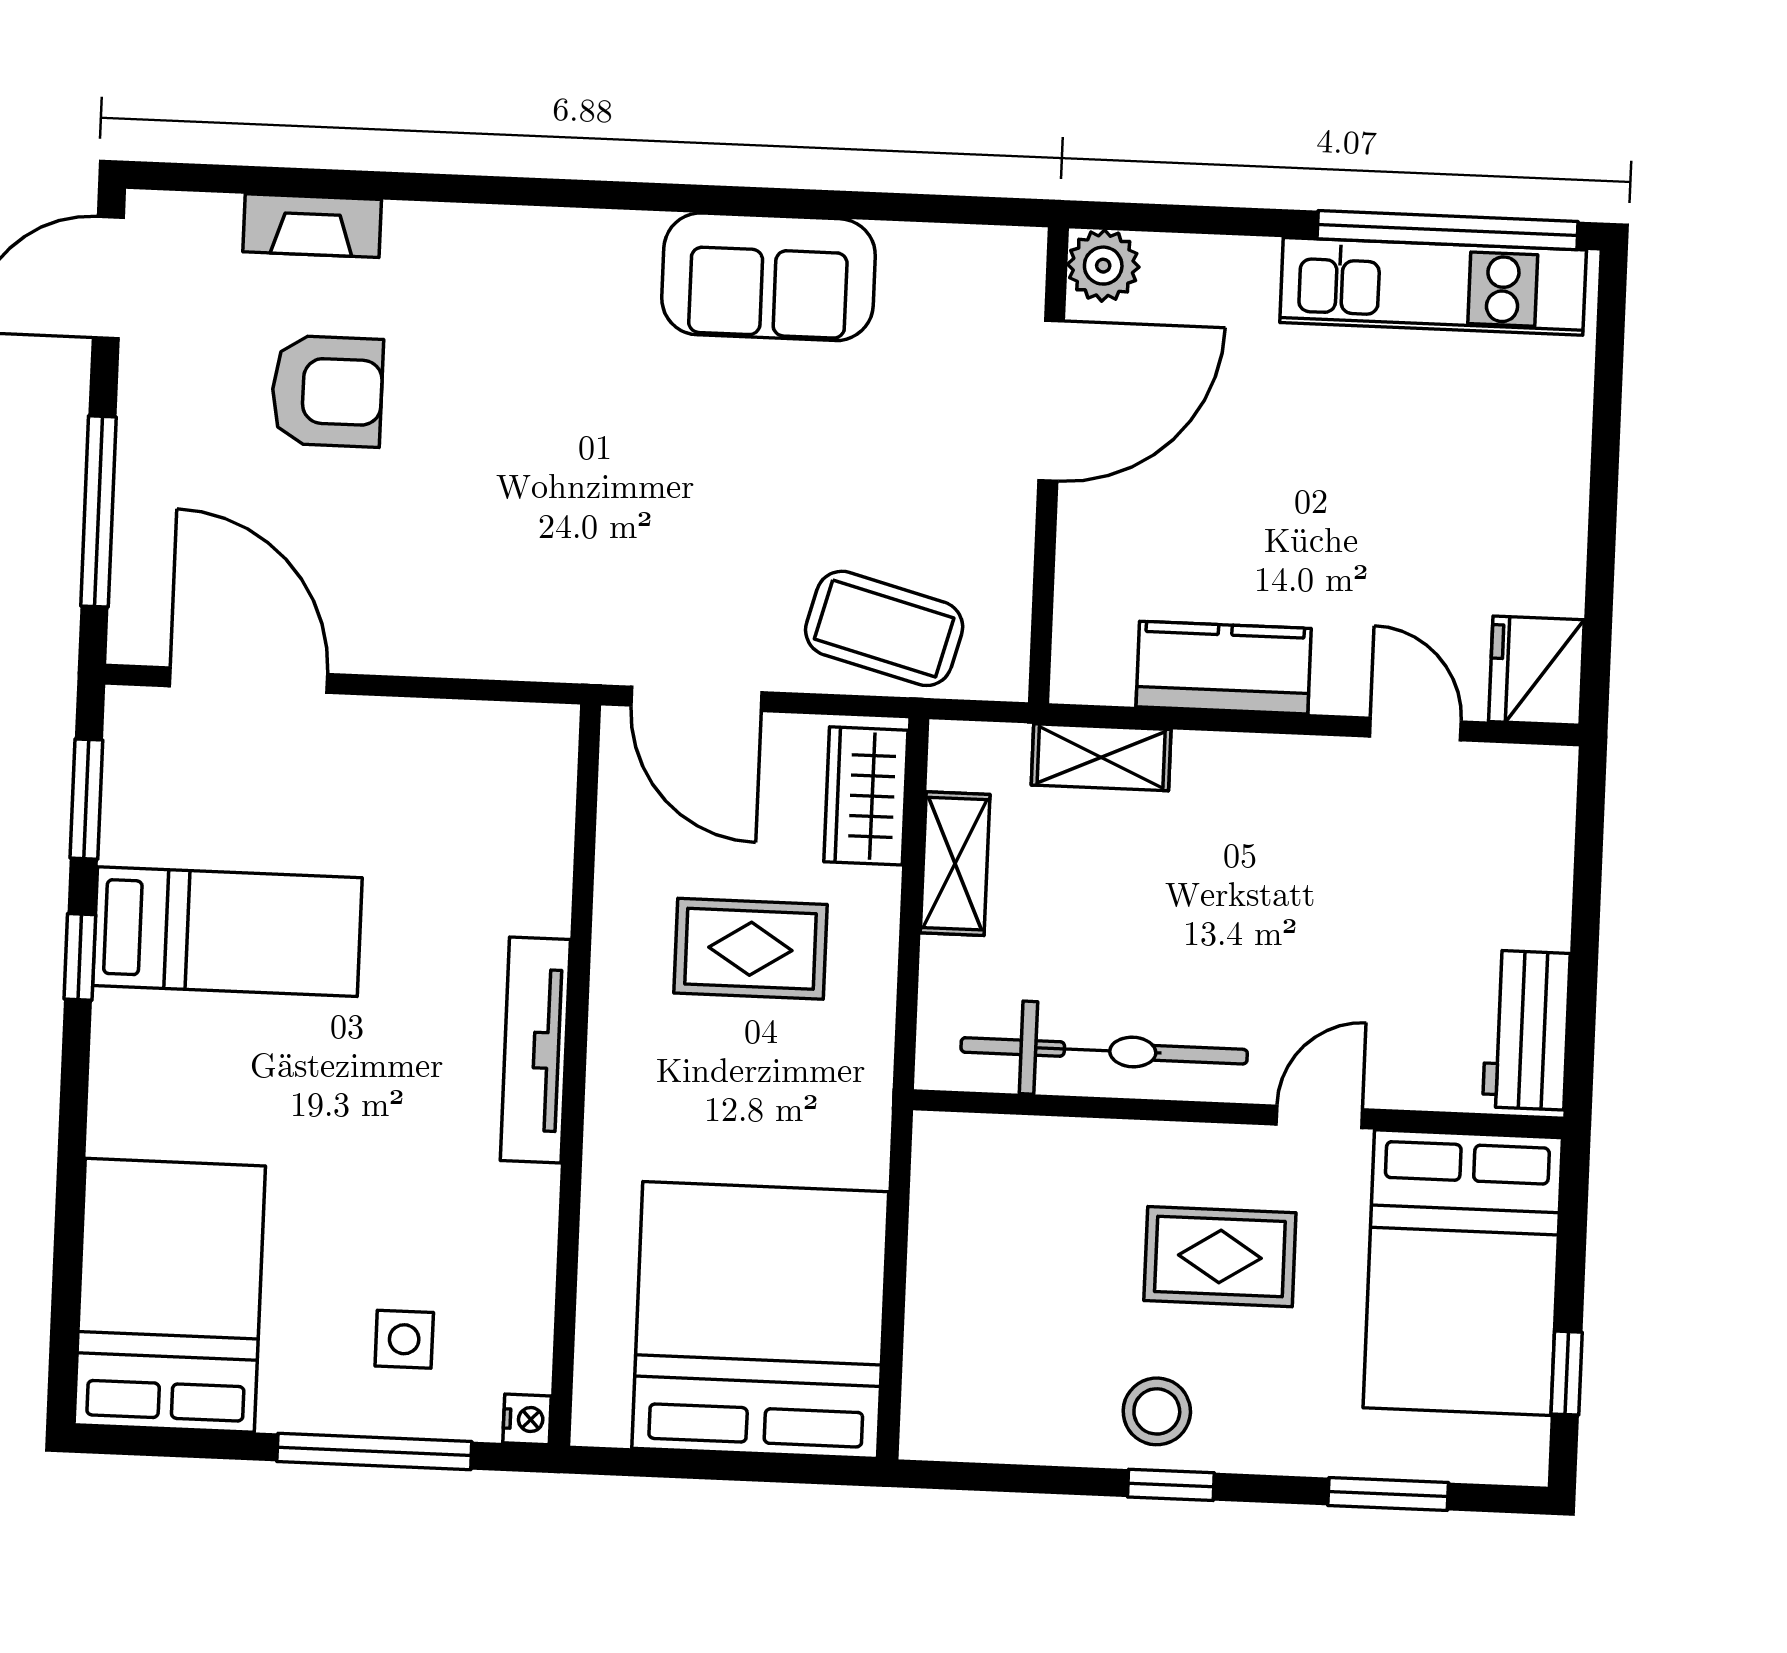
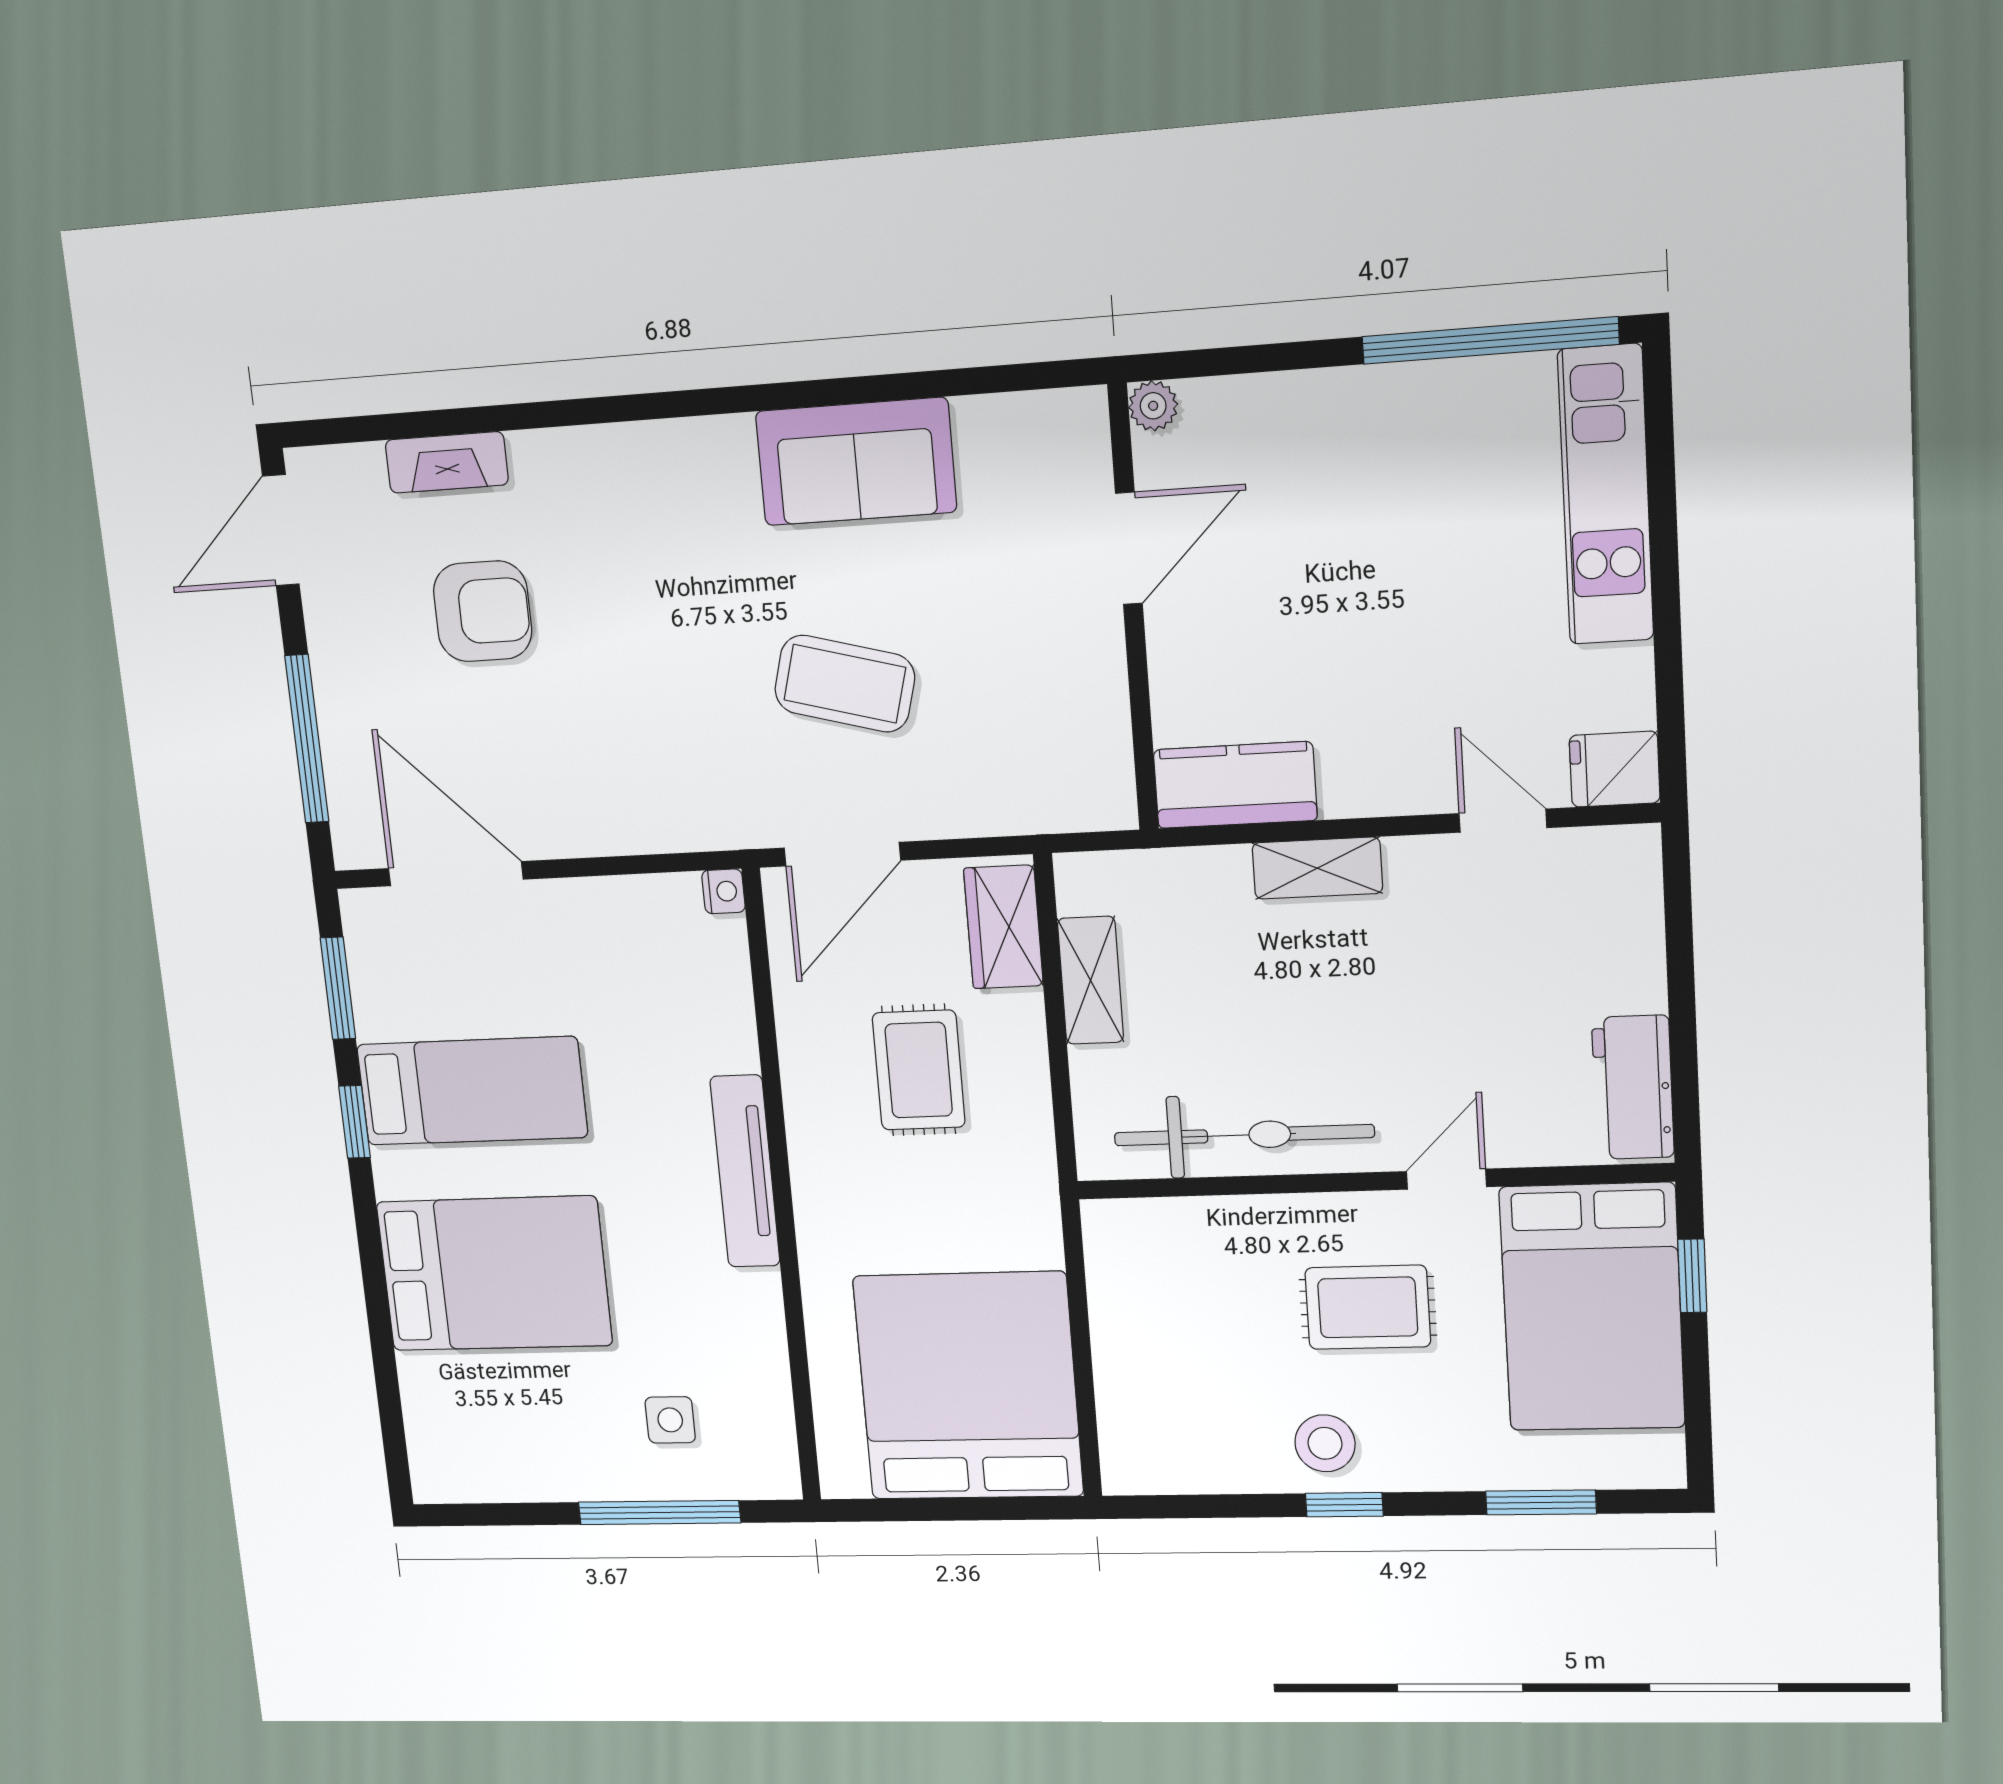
plant: (1103, 266) -> (1153, 406), width x0.73, depth x0.73
kitchen unit: (1433, 286) -> (1606, 495), moved, turned 90
door: (1051, 401) -> (1129, 548), width x0.73
coffee table: (884, 628) -> (845, 684), moved
kitchen counter: (1224, 668) -> (1235, 785), moved
fridge: (1536, 671) -> (1615, 769), width x0.72
door: (696, 699) -> (842, 854), hinge flipped
shelving: (1101, 757) -> (1317, 868), moved
rug: (750, 949) -> (919, 1070), turned 90
bed: (170, 1295) -> (494, 1274), moved, turned 90
window: (1567, 1373) -> (1692, 1276), moved
nightstand: (527, 1419) -> (723, 891), moved

